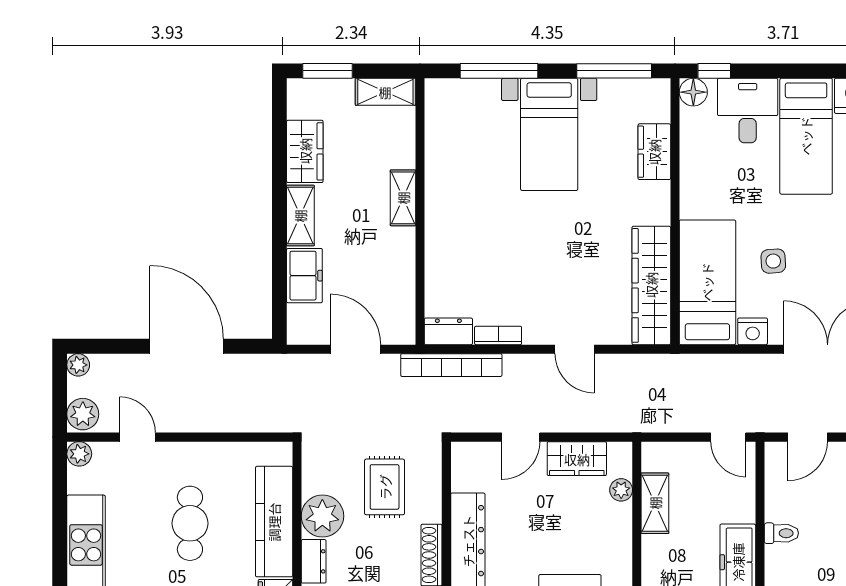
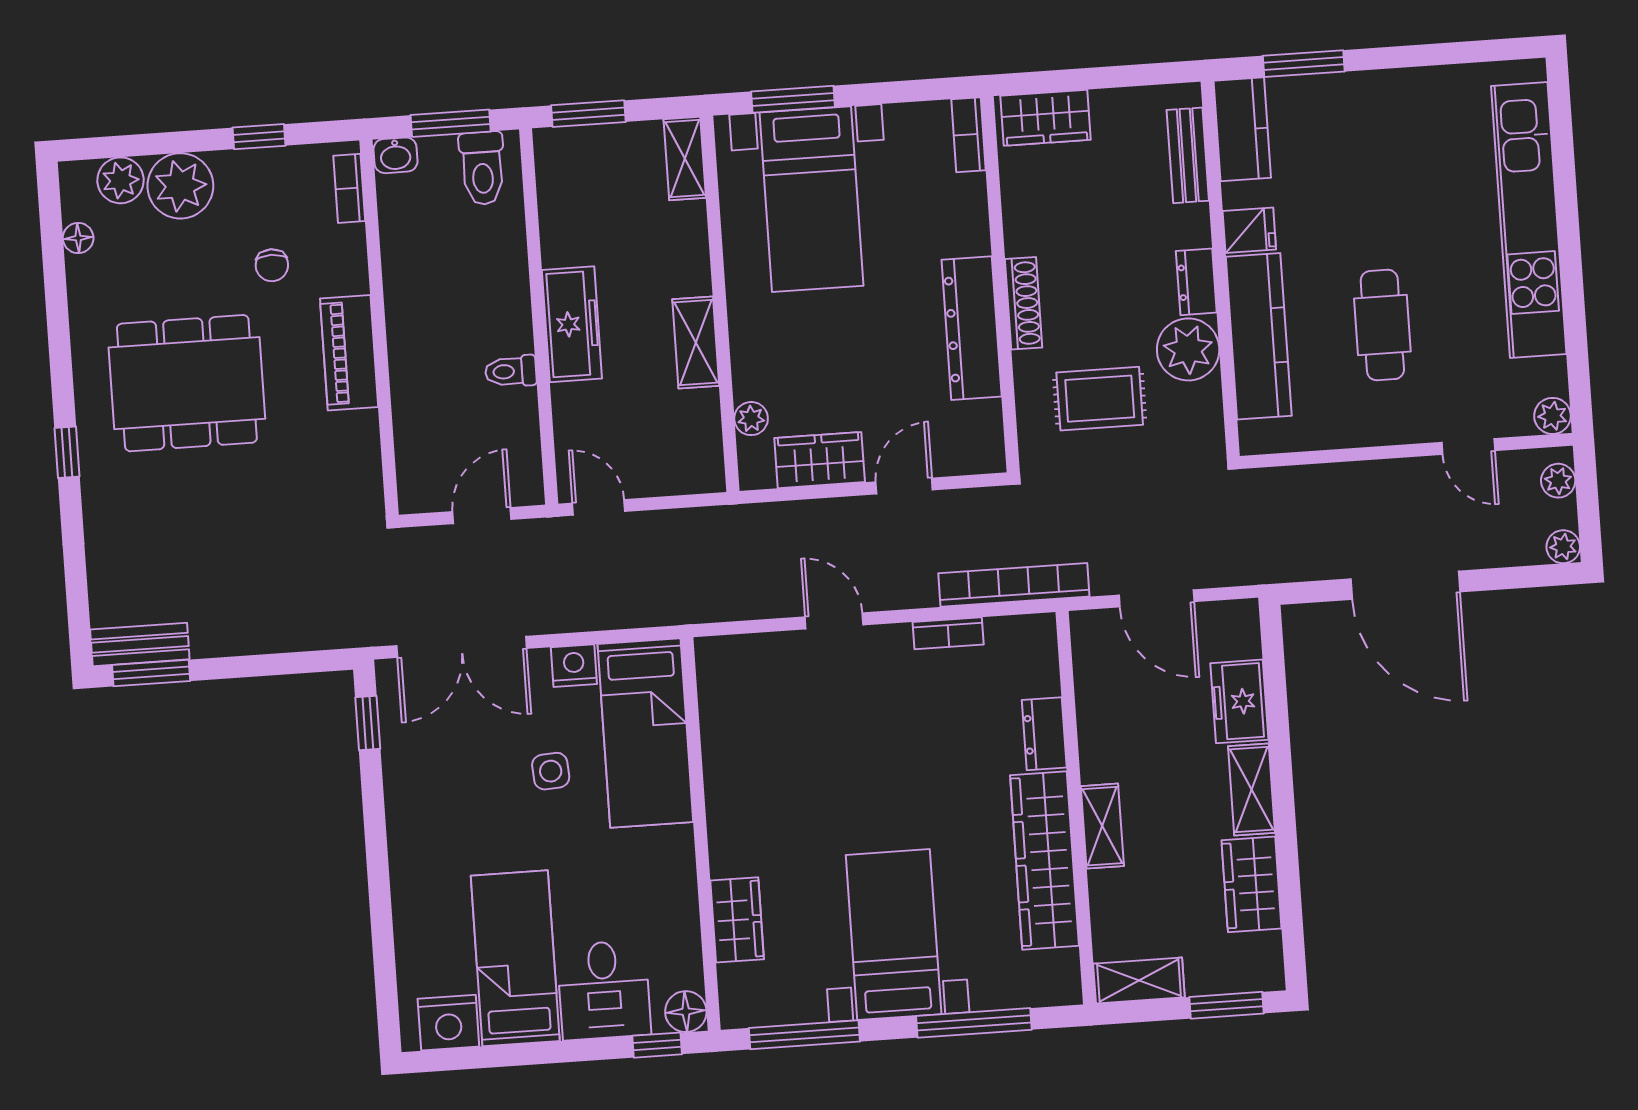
wardrobe: (651, 285) -> (1045, 860), moved, turned 180
dresser: (448, 331) -> (1044, 734), moved, turned 90
plant: (83, 414) -> (1558, 481), width x0.73, depth x0.73
rug: (385, 487) -> (1100, 399), turned 90
shelving: (655, 503) -> (696, 342), moved

